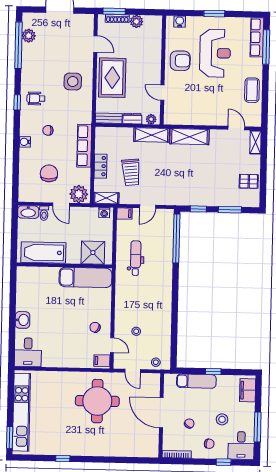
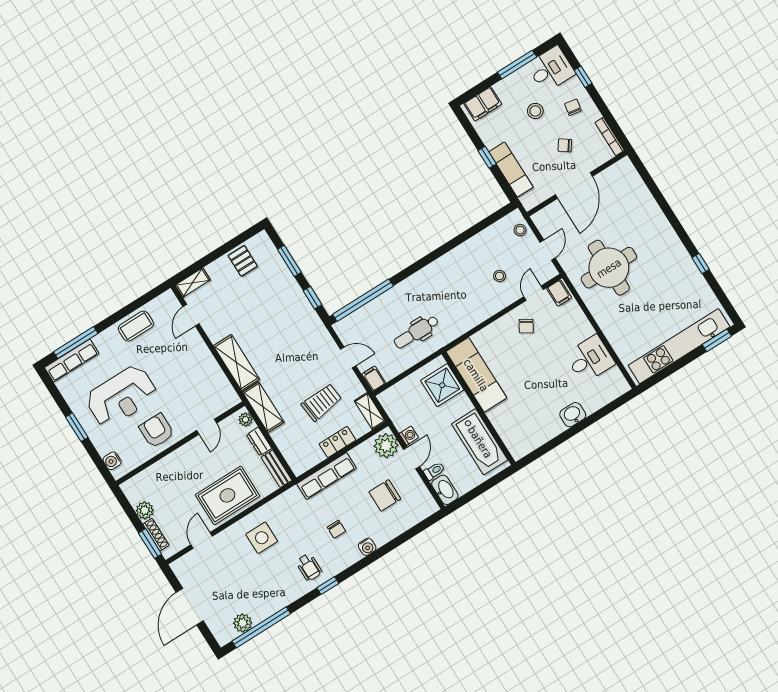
reception desk: (215, 53) -> (121, 396), turned 180
washing machine: (104, 213) -> (409, 436), moved
desk: (28, 352) -> (590, 359), moved

